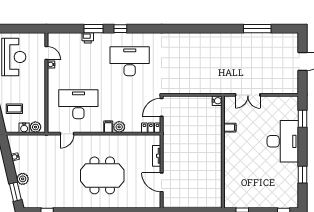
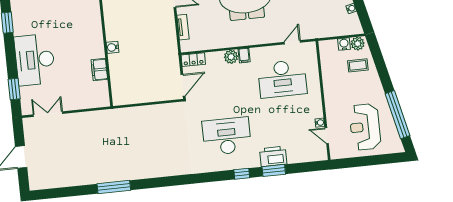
window: (257, 29) -> (114, 187), moved
printer: (88, 38) -> (273, 156), width x1.87, depth x1.48
desk: (130, 61) -> (227, 136), turned 180
double door: (248, 95) -> (48, 114), moved
water cooler: (217, 101) -> (112, 47), moved
plant: (35, 127) -> (358, 44), moved
filing cabinet: (230, 128) -> (99, 70), width x2.00

